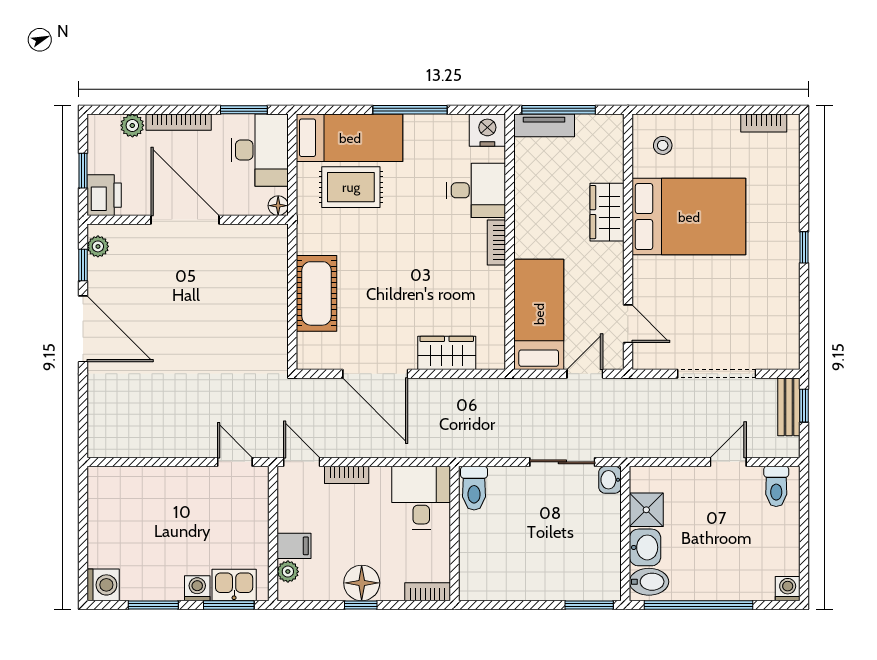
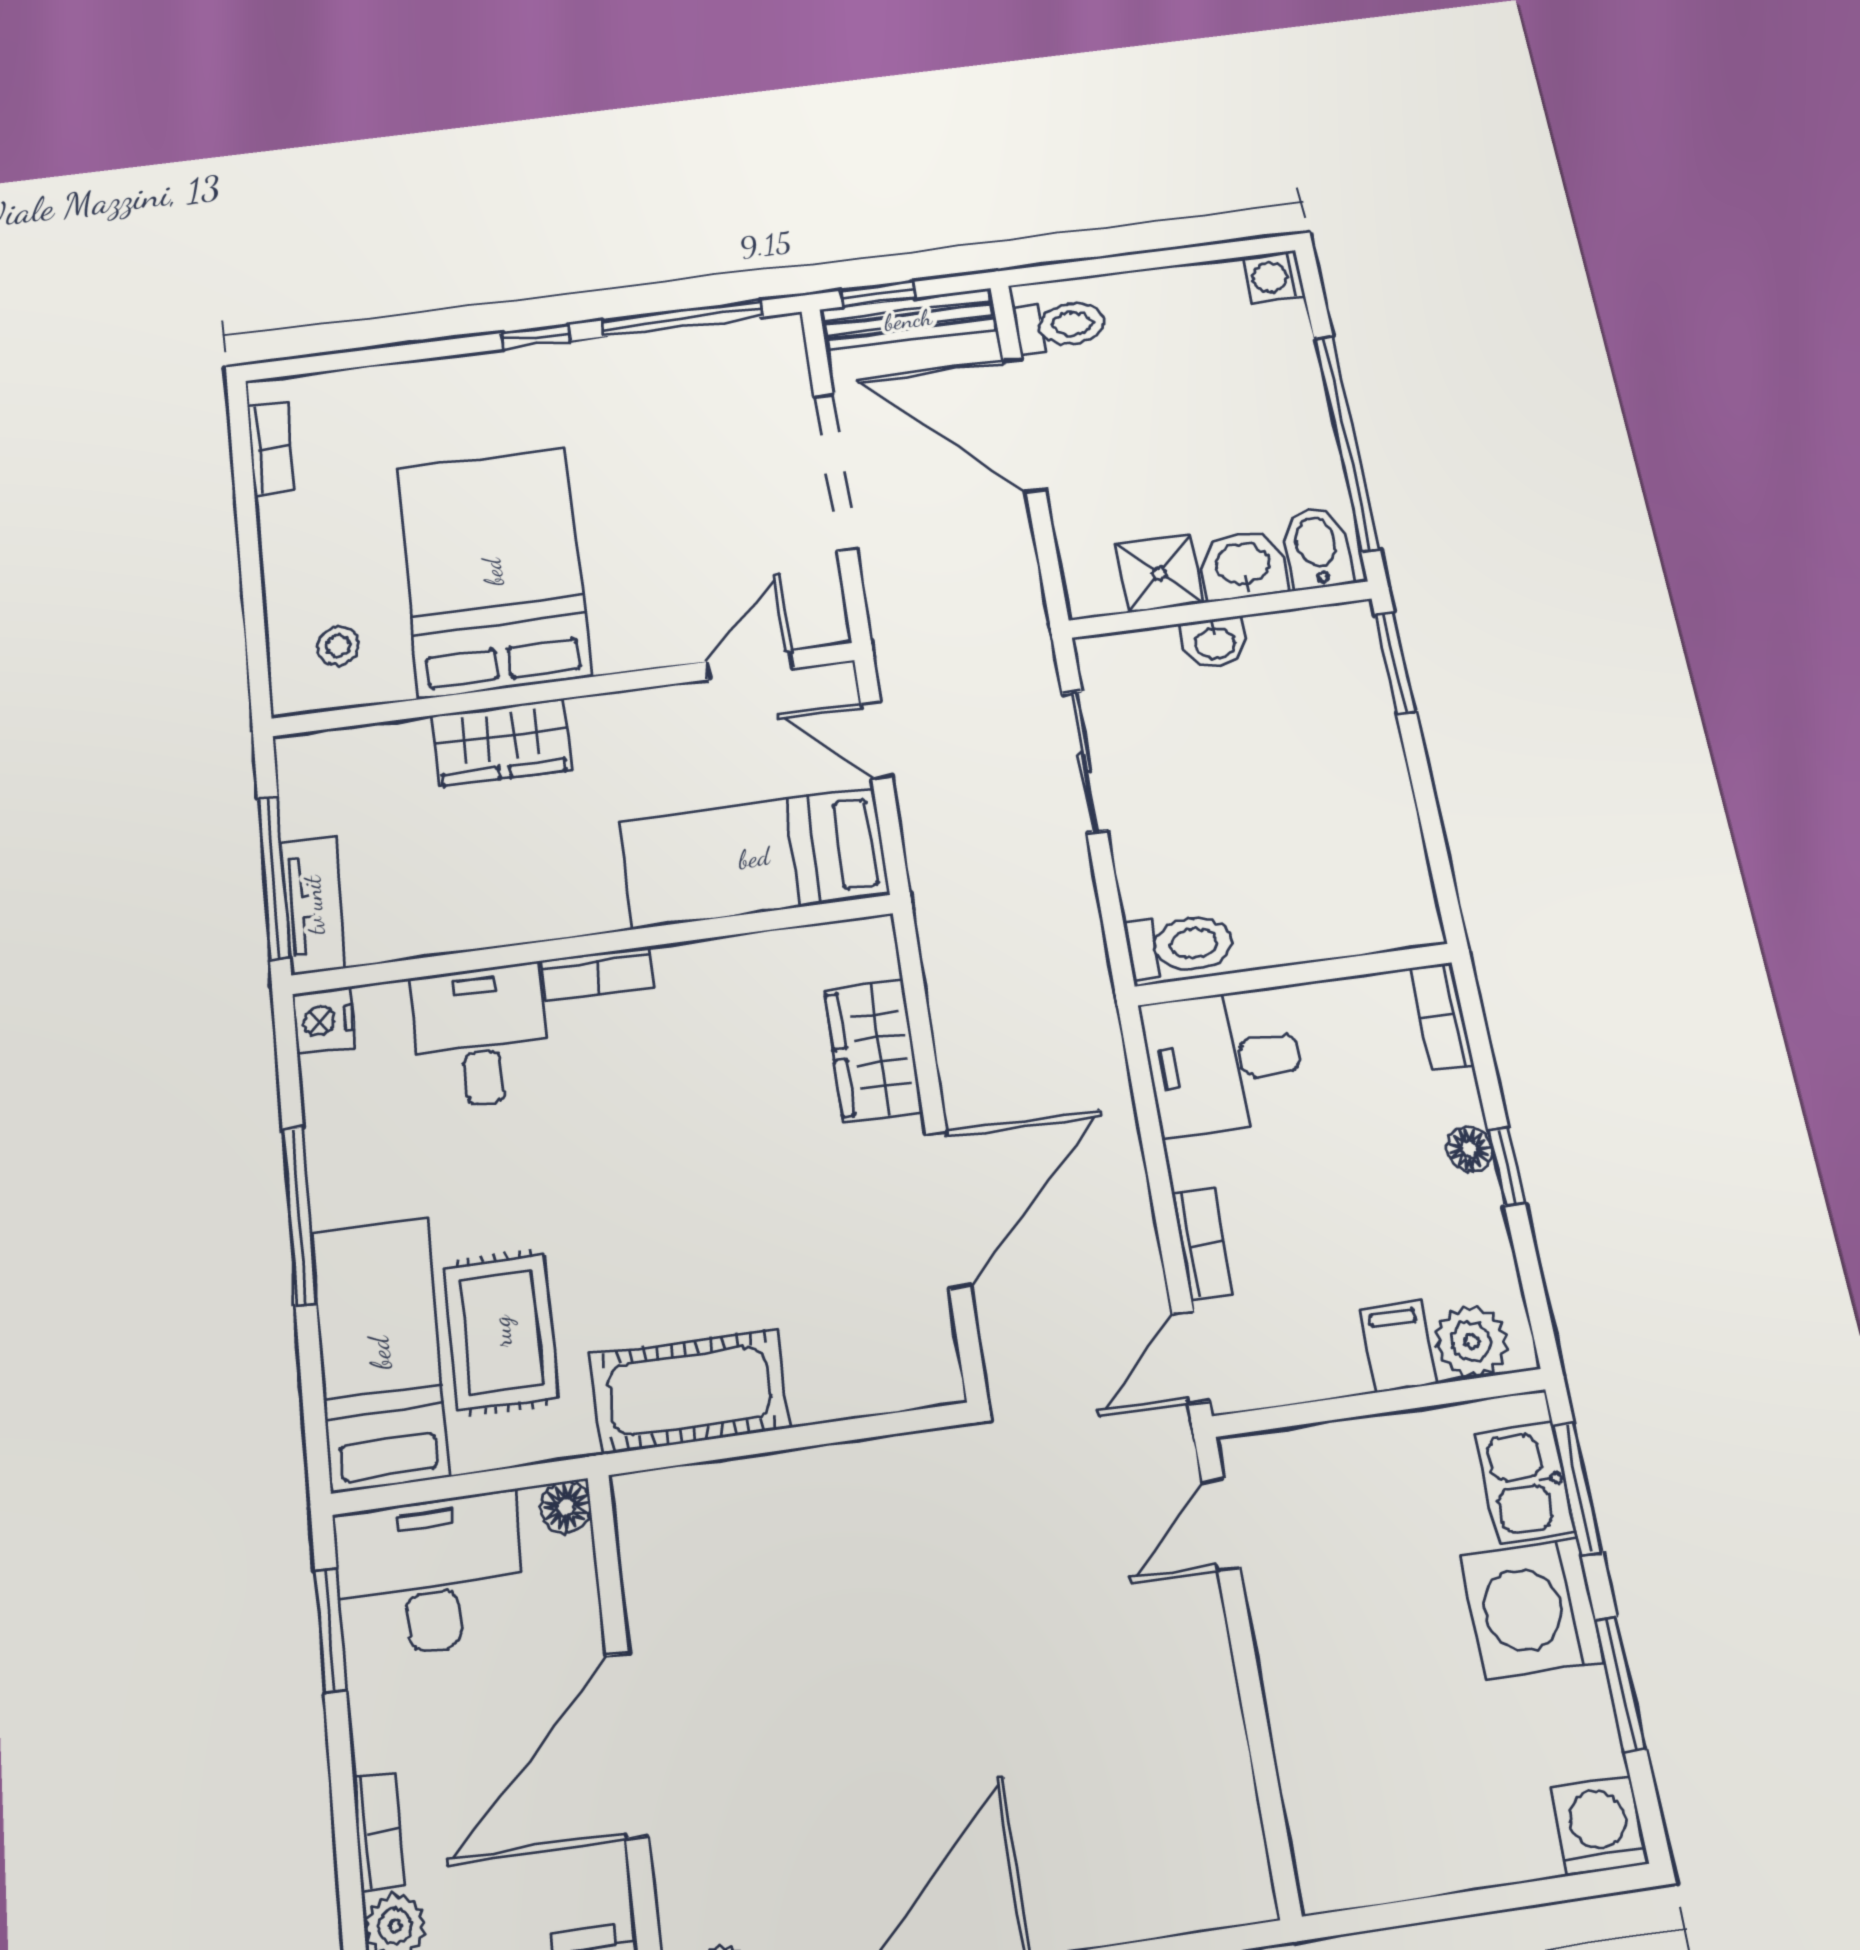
bookcase: (179, 122) -> (379, 1832), width x0.64
nightstand: (487, 130) -> (324, 1020), width x0.74, depth x0.75
cot: (317, 293) -> (689, 1391), moved
window: (804, 315) -> (682, 319), added
bench: (789, 407) -> (908, 320), width x1.36
door: (728, 462) -> (1024, 424), width x1.87
washbasin: (610, 480) -> (1215, 642), moved
plant: (288, 572) -> (1472, 1341), width x1.38, depth x1.38
floor lamp: (362, 583) -> (1469, 1149), width x0.53, depth x0.53
washing machine: (197, 588) -> (1532, 1608), width x1.89, depth x1.89

